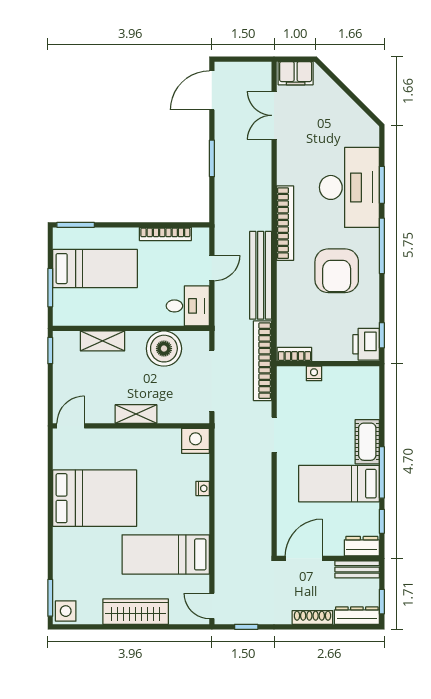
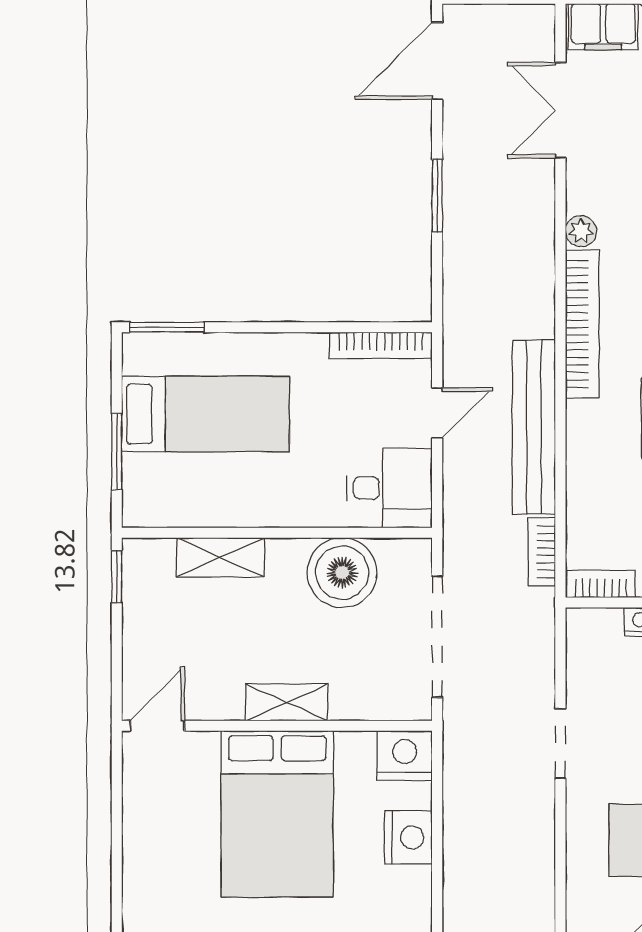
plant: (284, 176) -> (581, 231), added
bookcase: (165, 234) -> (381, 345), moved
bookcase: (263, 361) -> (542, 552), width x0.43, depth x0.76
nightstand: (203, 488) -> (408, 837), width x1.89, depth x1.79
bed: (95, 498) -> (277, 814), moved, turned 90

